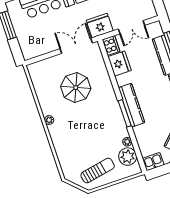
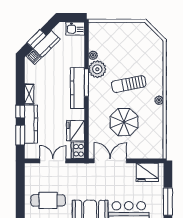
fridge: (100, 26) -> (147, 172), moved
double door: (76, 46) -> (110, 161), swing flipped
plant: (128, 157) -> (97, 69), moved
sun lounger: (98, 170) -> (129, 84), moved

